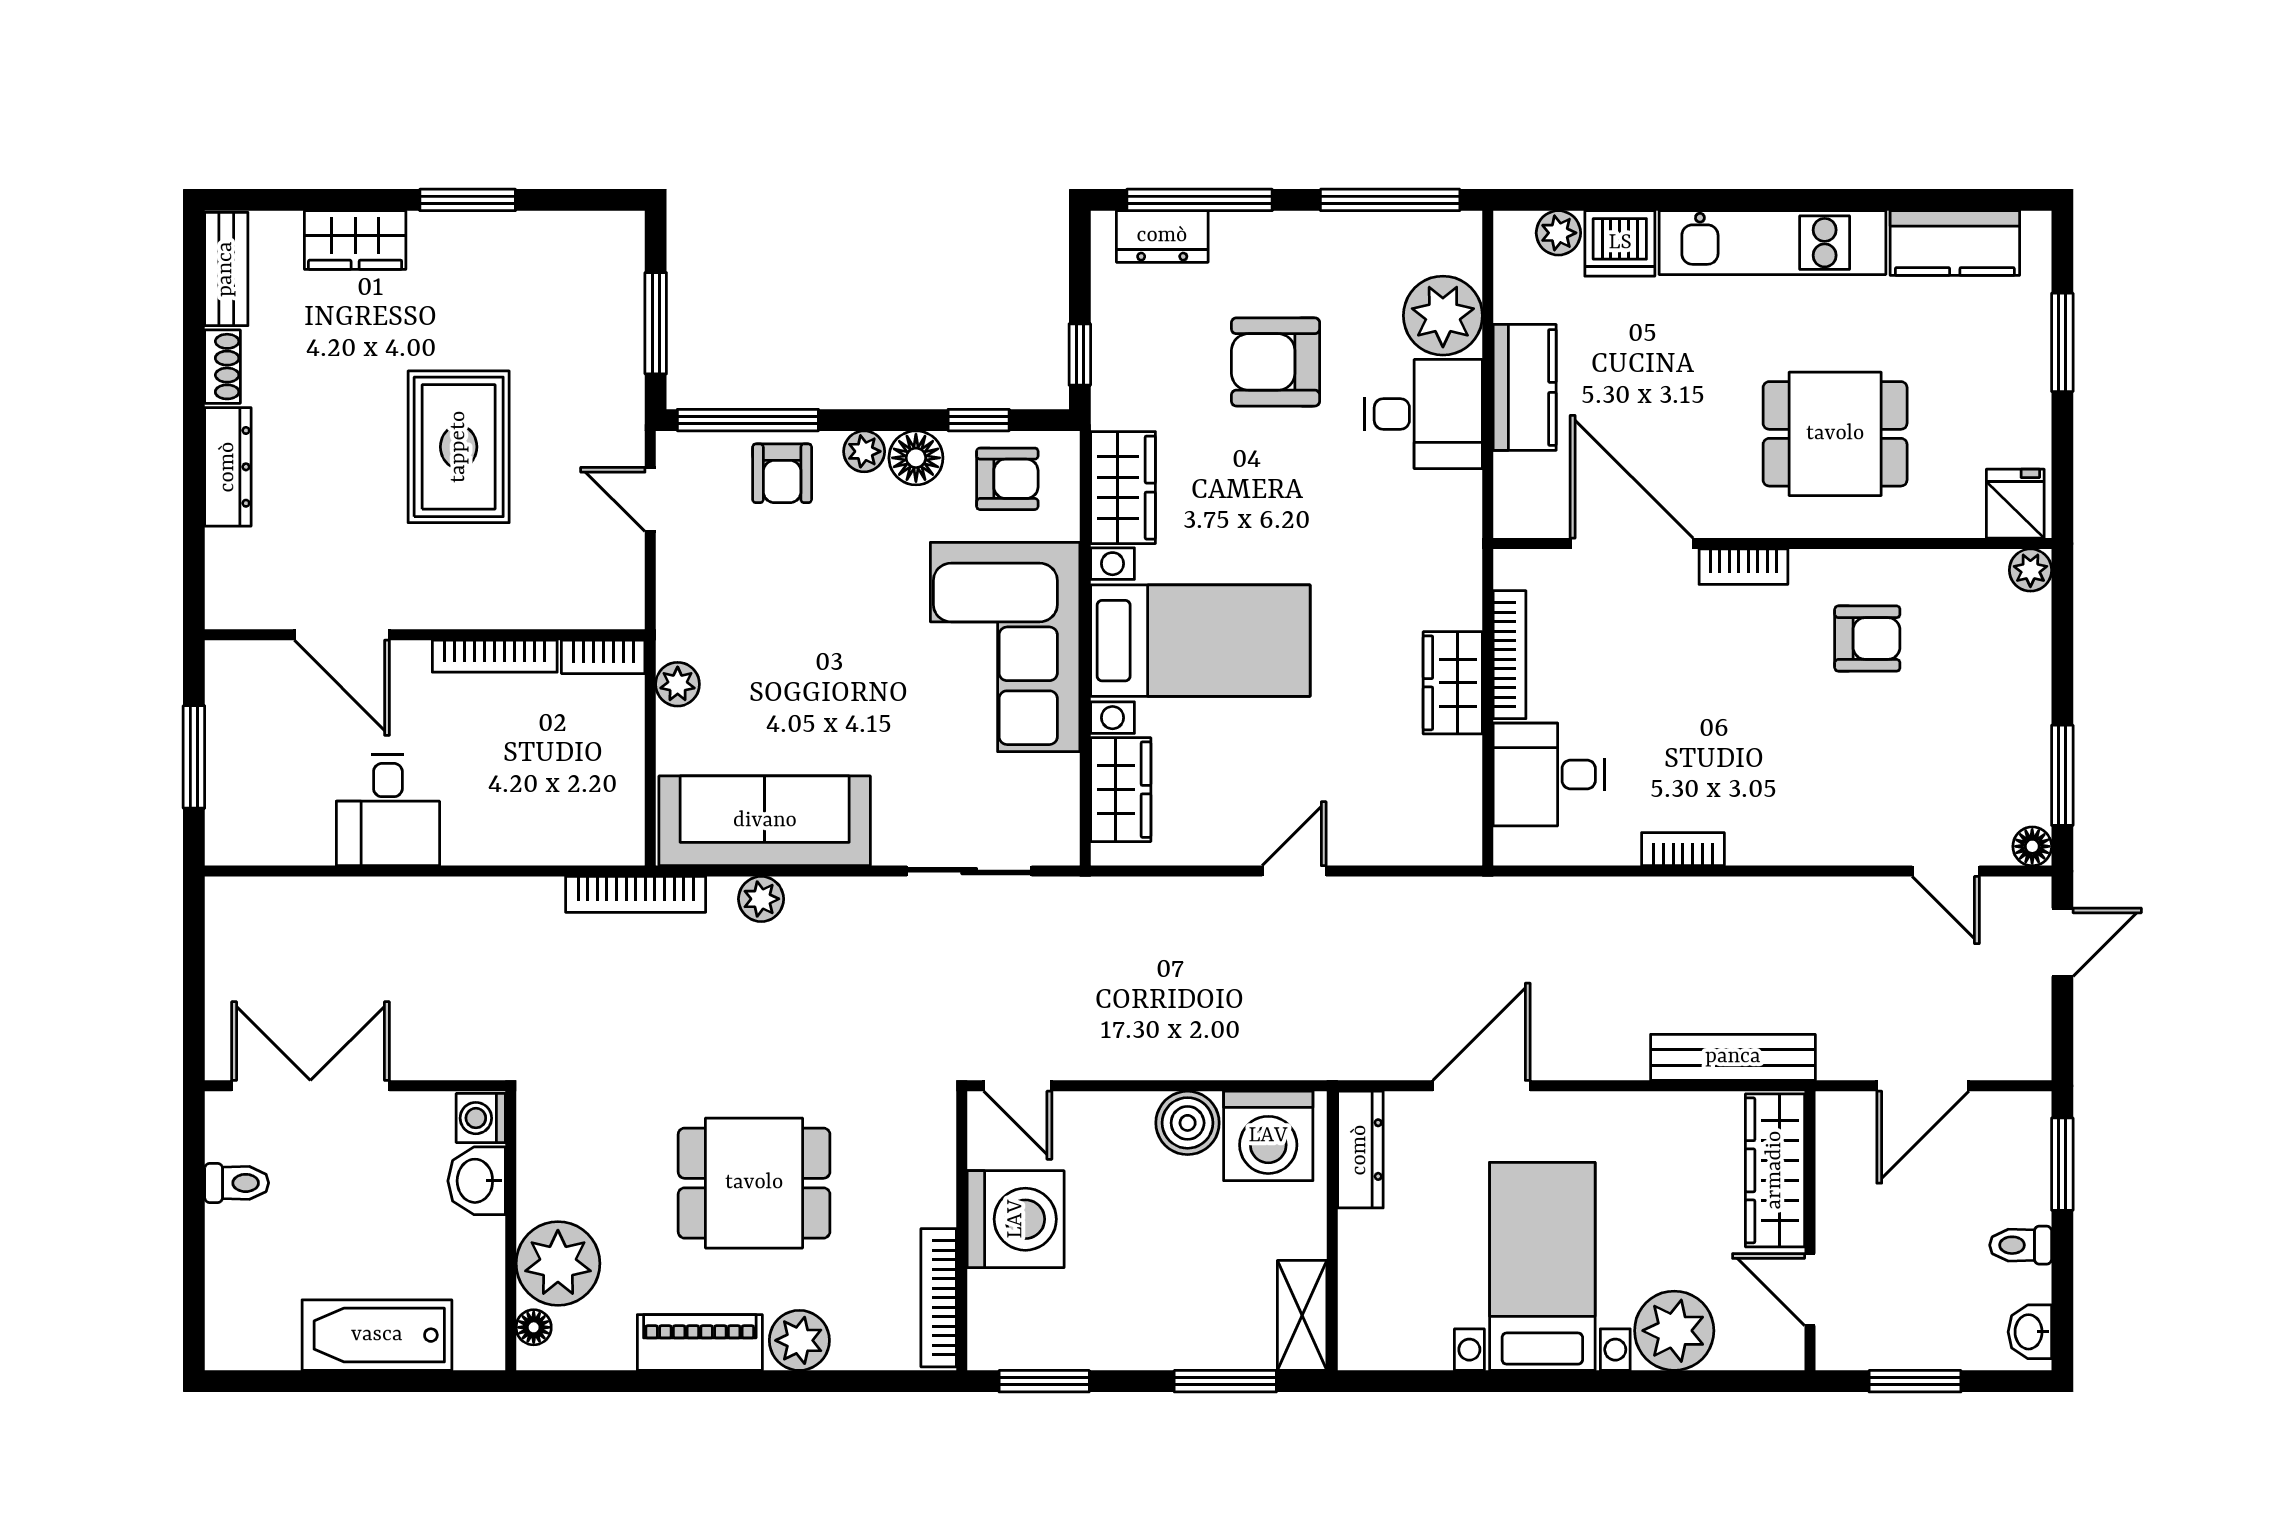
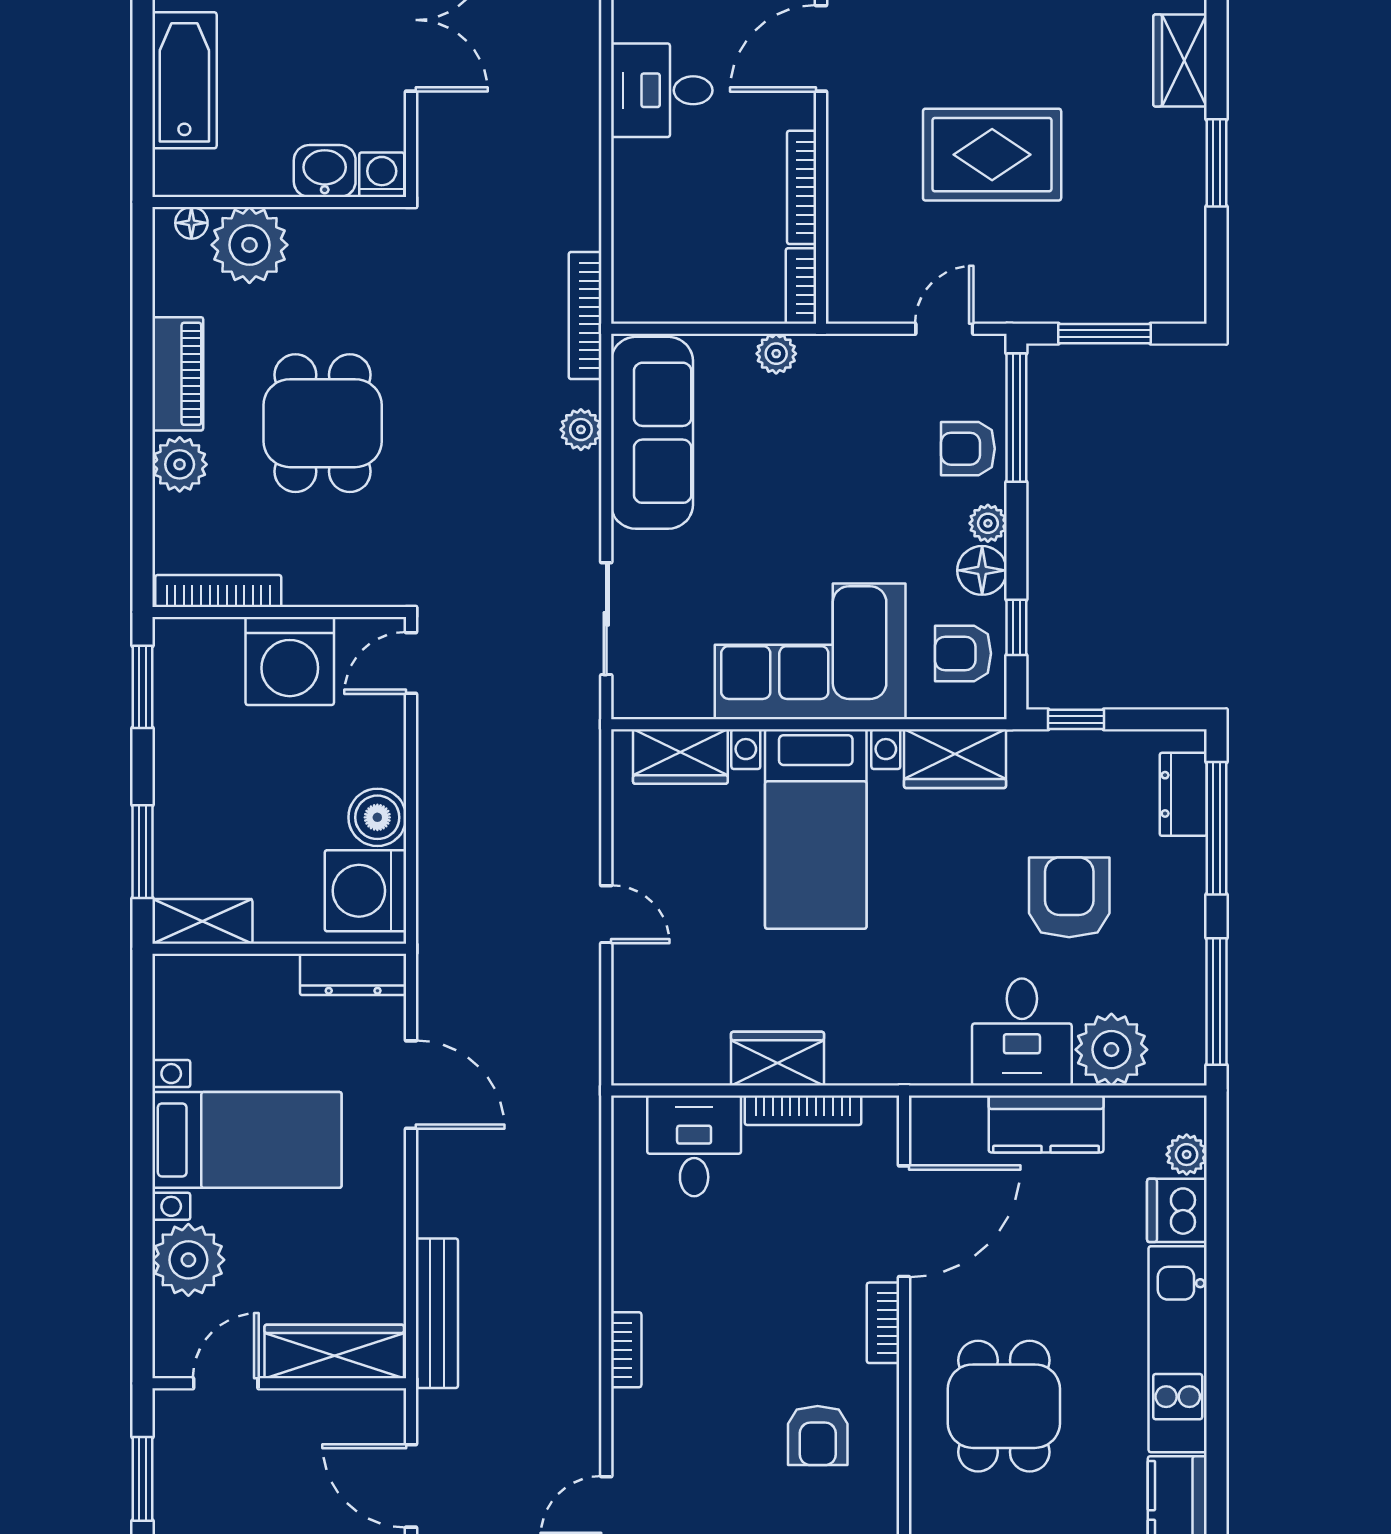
armchair: (1007, 479) -> (963, 653), turned 90
bookcase: (1683, 849) -> (626, 1350), moved

